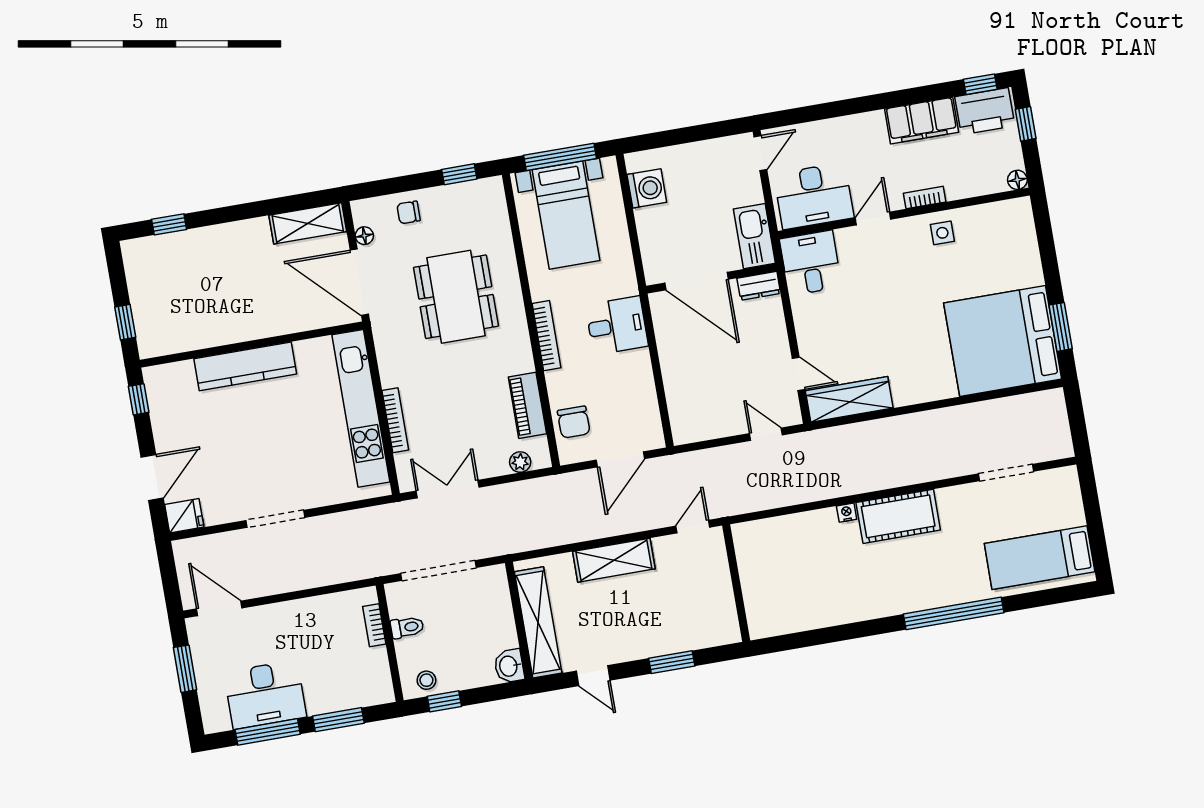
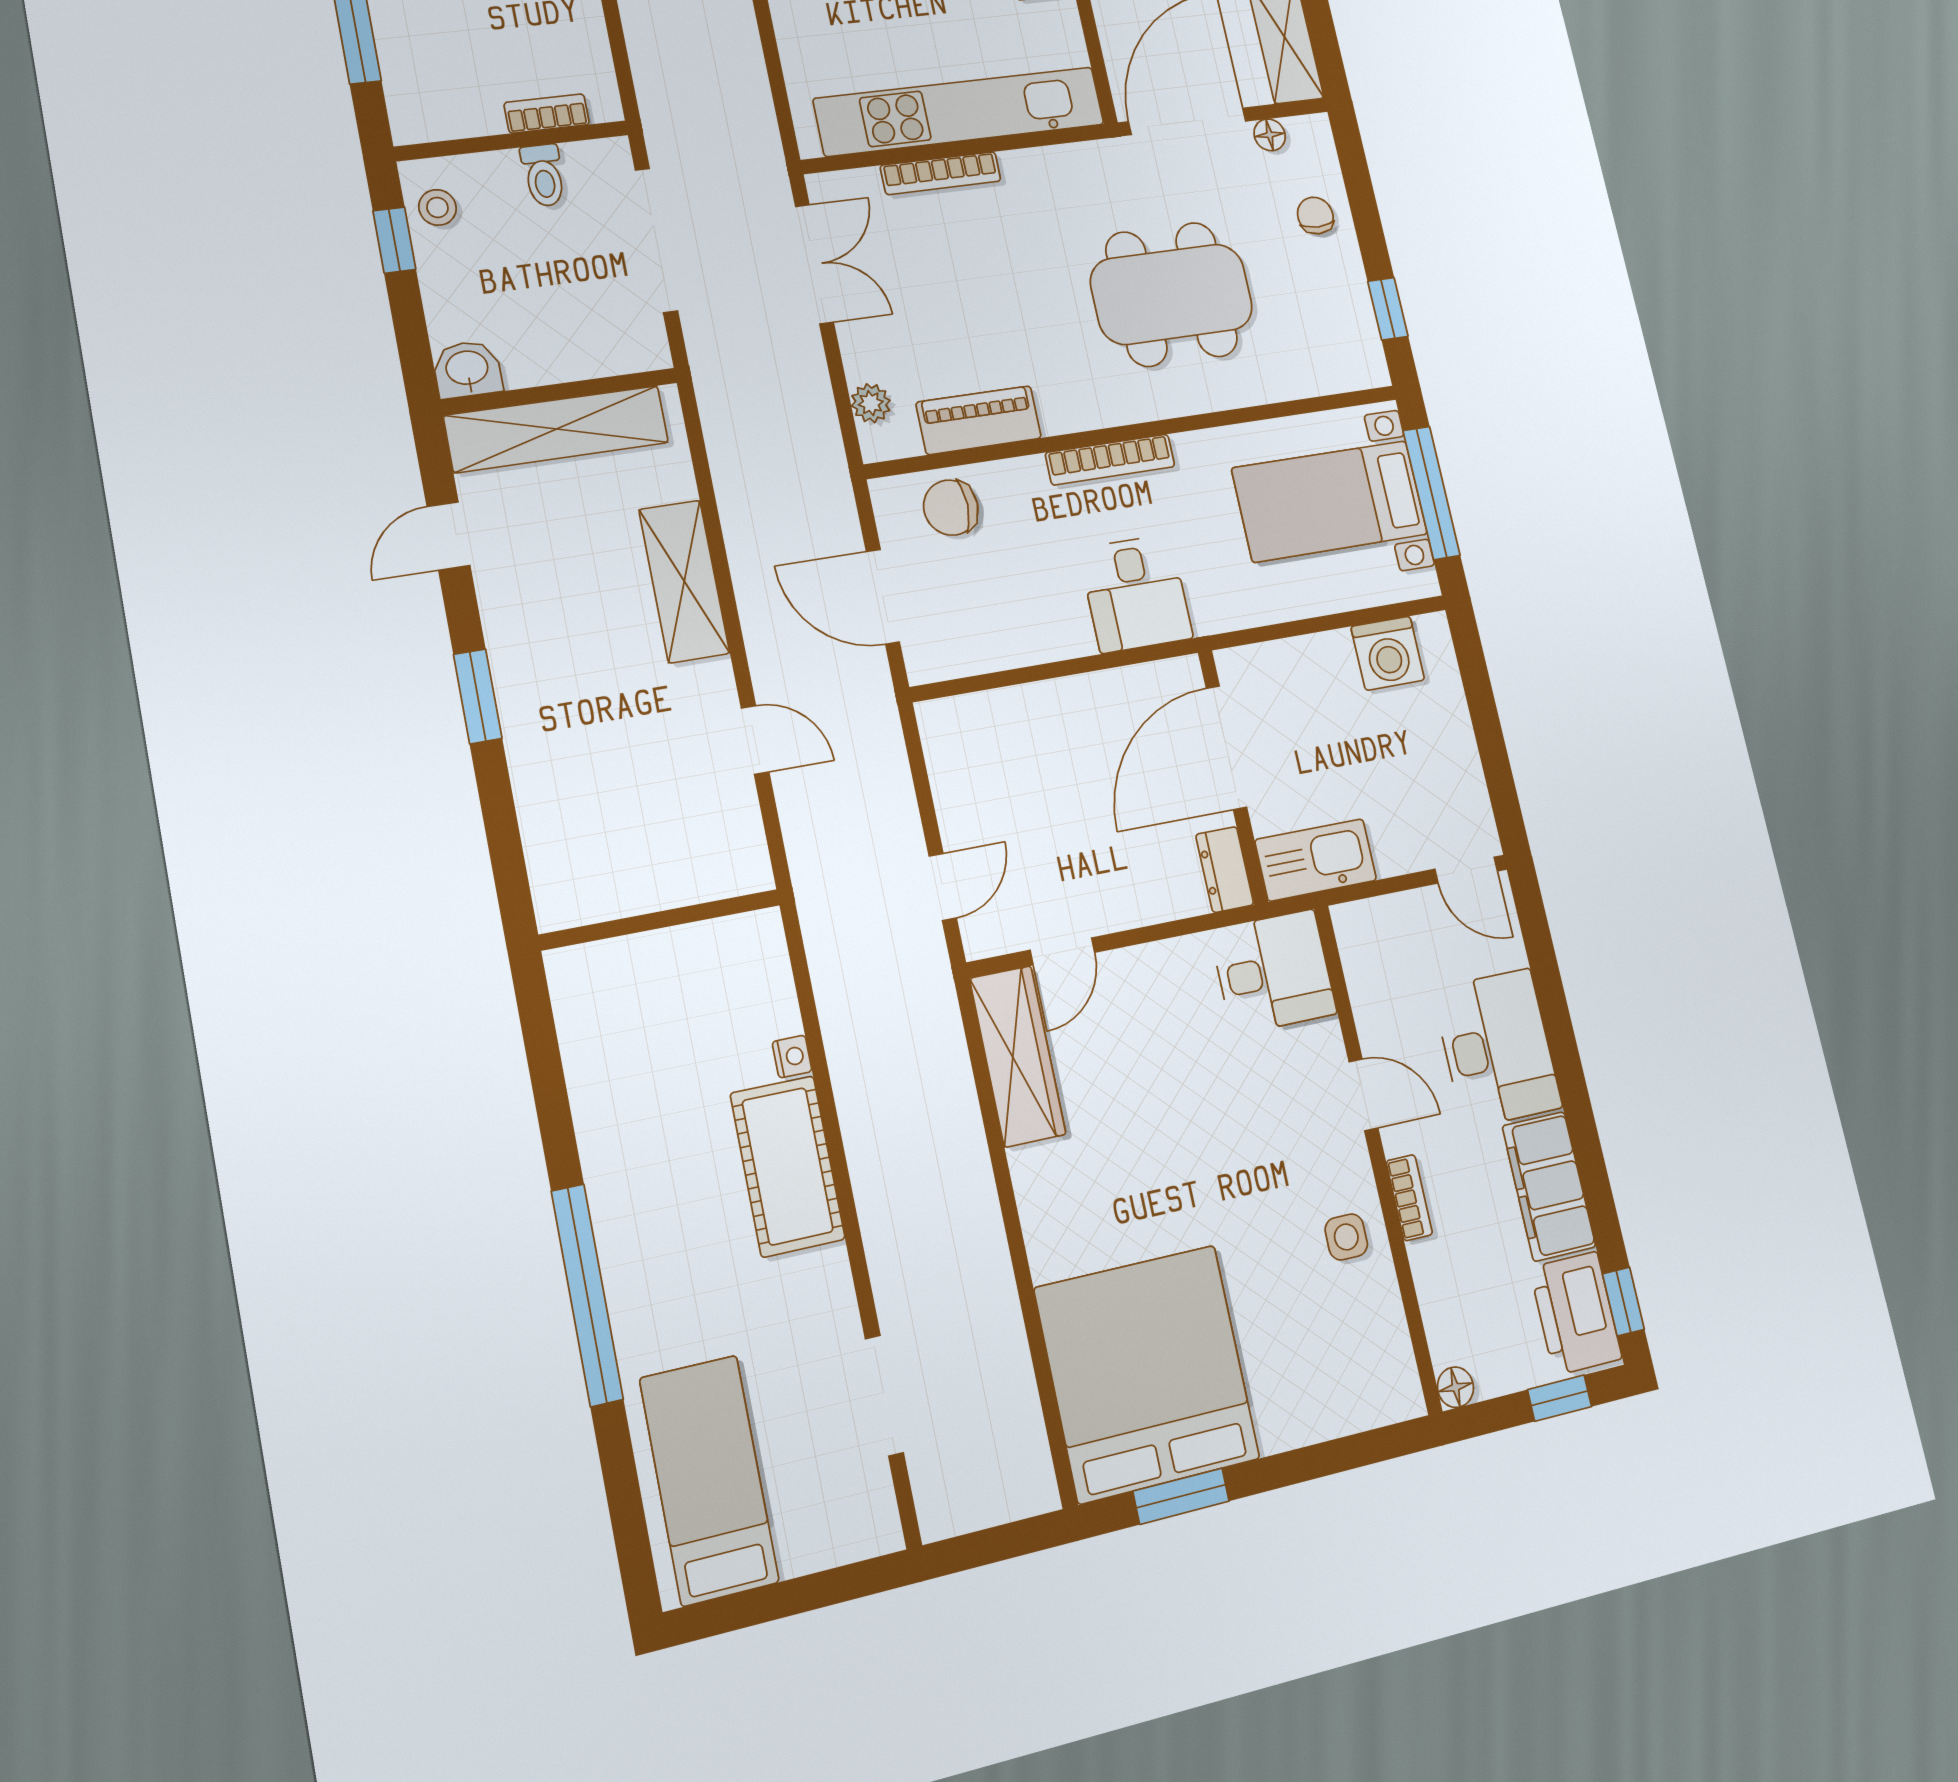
desk: (814, 196) -> (1497, 1048), moved, turned 180
wall: (736, 583) -> (660, 920), moved

